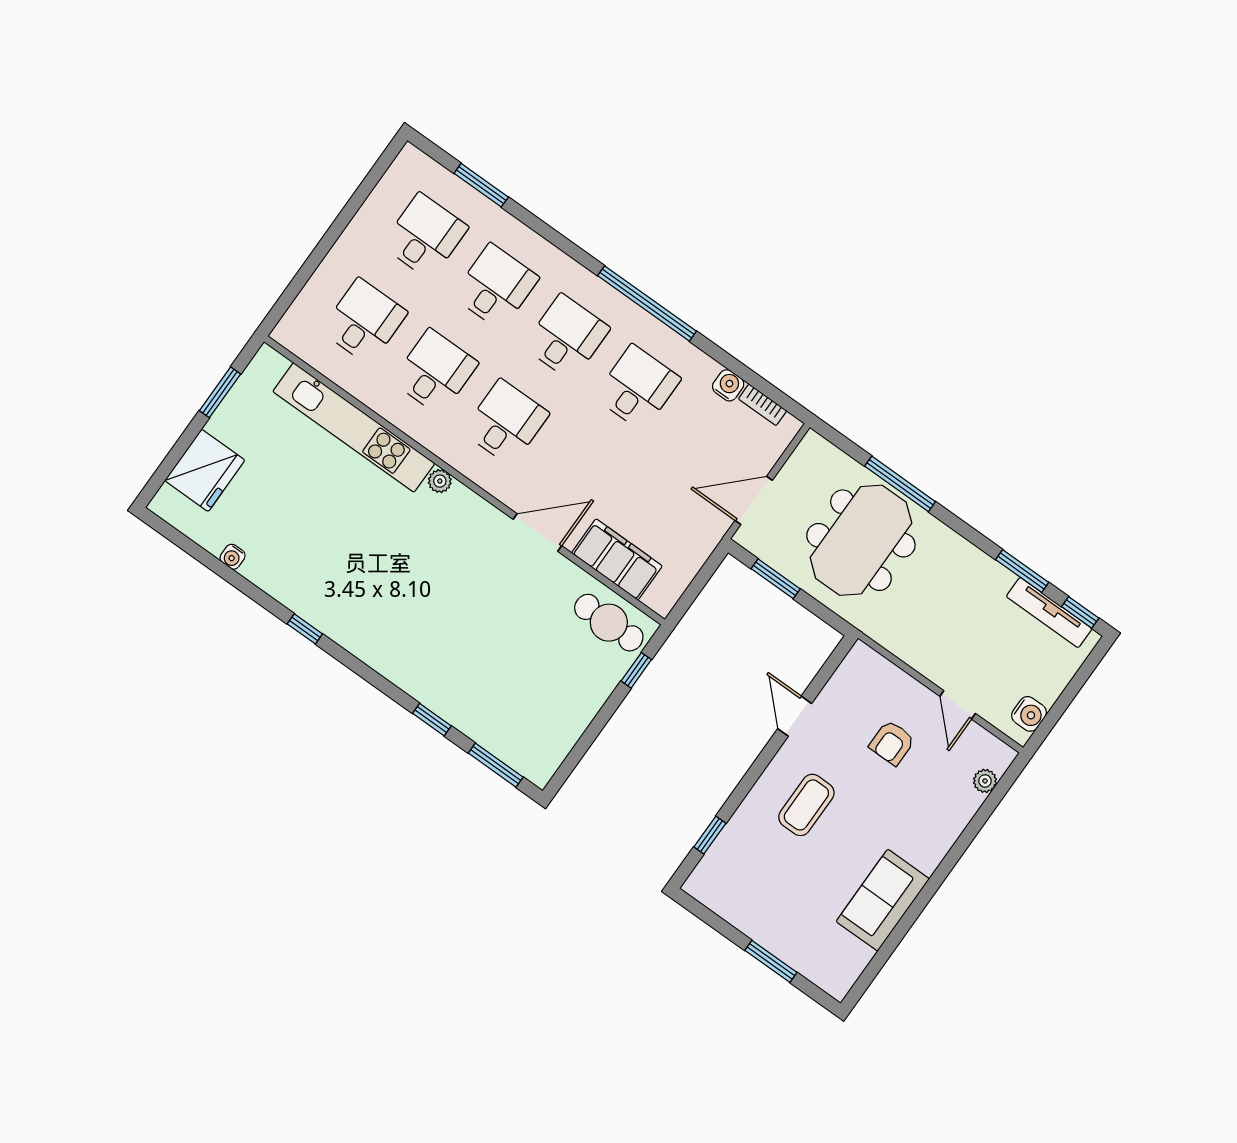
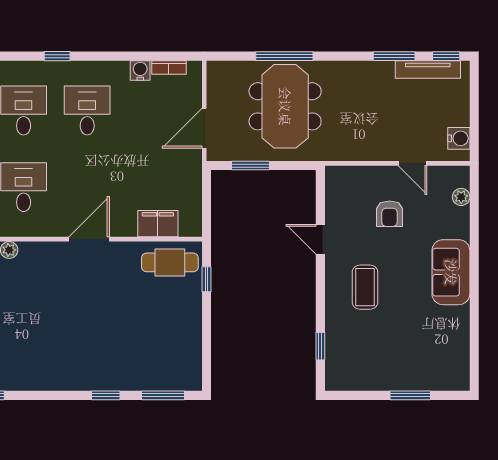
window: (647, 303) -> (57, 56), width x0.32
filing cabinet: (617, 559) -> (158, 224), width x0.67, depth x0.86
sofa: (883, 900) -> (451, 272), moved

